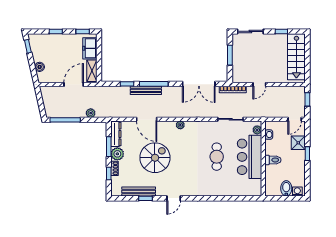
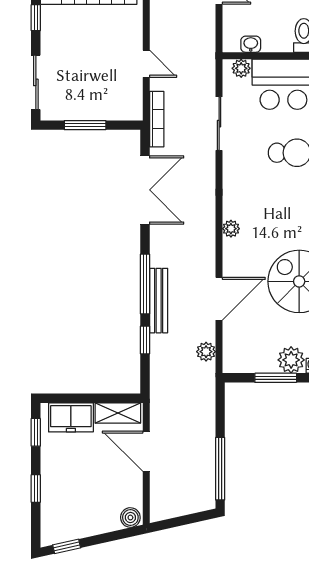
boiler: (40, 67) -> (130, 517), moved
plant: (91, 113) -> (206, 352), moved
dresser: (116, 134) -> (250, 363), removed

